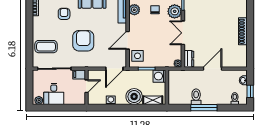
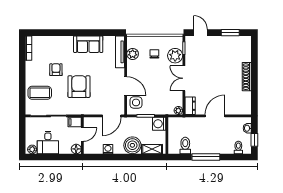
armchair: (64, 14) -> (56, 70), moved
door: (128, 40) -> (126, 86), swing flipped
toilet: (196, 97) -> (185, 145), moved
floor lamp: (81, 100) -> (76, 149), added

